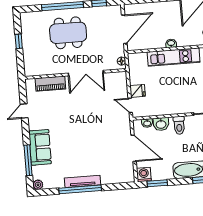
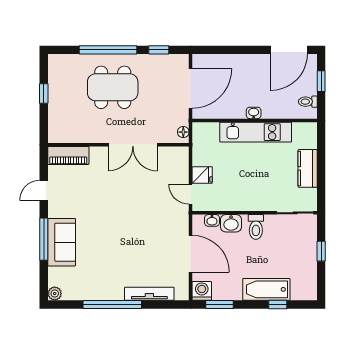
piano: (50, 84) -> (68, 155), moved
window: (28, 160) -> (44, 239), moved
tv unit: (82, 181) -> (149, 294), moved

